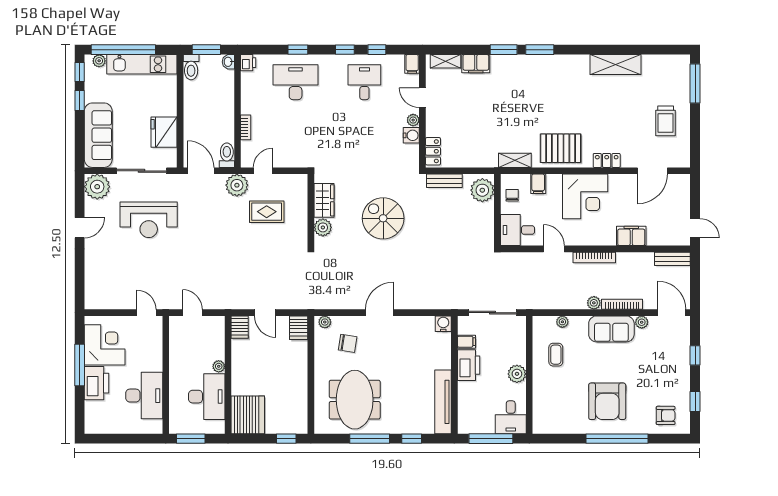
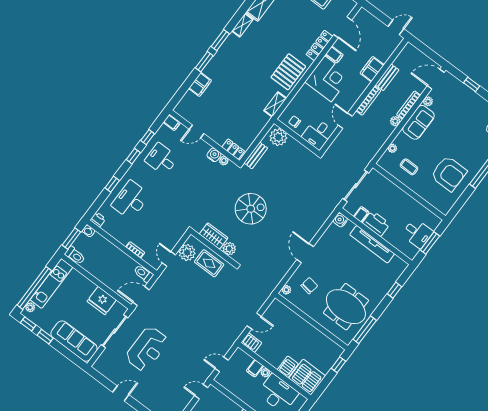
shelving: (446, 61) -> (242, 25), moved
plant: (413, 120) -> (224, 161), moved
locker: (607, 160) -> (319, 45), width x1.53
filing cabinet: (538, 184) -> (334, 55), moved
plant: (237, 185) -> (187, 253), moved
plant: (97, 187) -> (104, 365), removed
rug: (267, 212) -> (209, 263), moved, turned 90
spiral stairs: (383, 218) -> (251, 209), turned 180
door: (80, 228) -> (121, 393), hinge flipped
door: (554, 249) -> (345, 121), hinge flipped
bench: (672, 259) -> (387, 77), moved
server rack: (299, 328) -> (288, 367), moved, turned -90
filing cabinet: (215, 352) -> (255, 368), added
plant: (517, 374) -> (403, 199), removed
armchair: (607, 401) -> (449, 174), moved
tv unit: (443, 402) -> (372, 244), moved
desk: (511, 417) -> (417, 233), moved
window: (370, 439) -> (365, 330), moved
window: (491, 439) -> (430, 243), width x0.69

